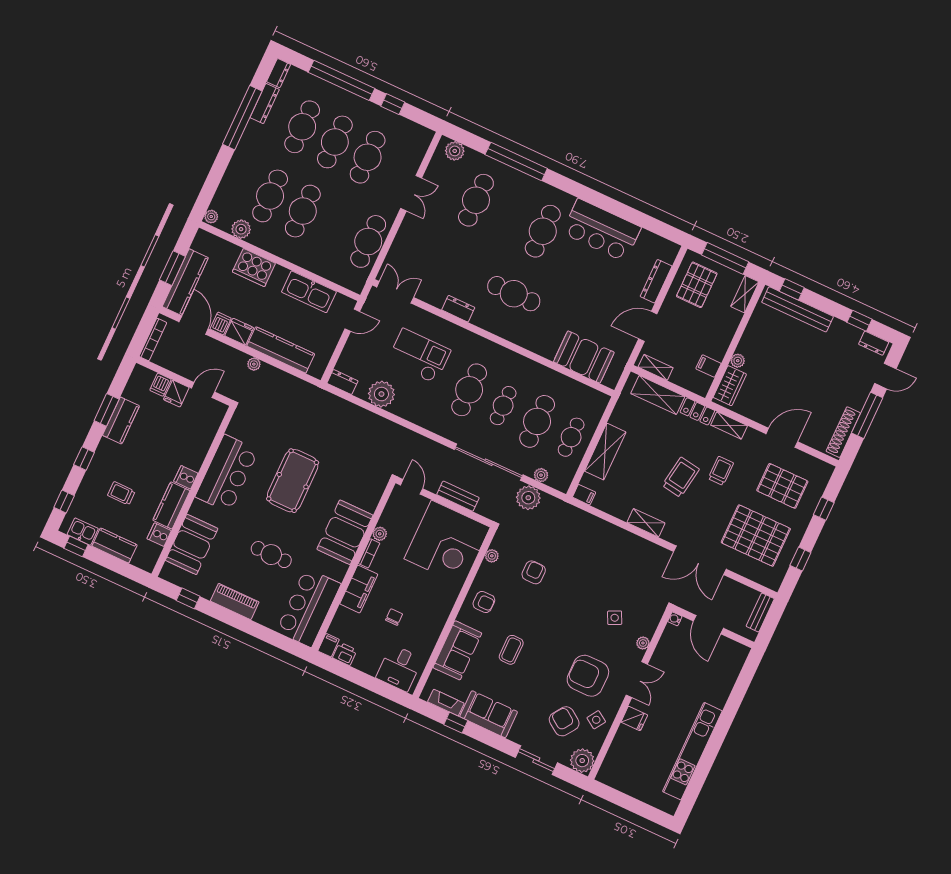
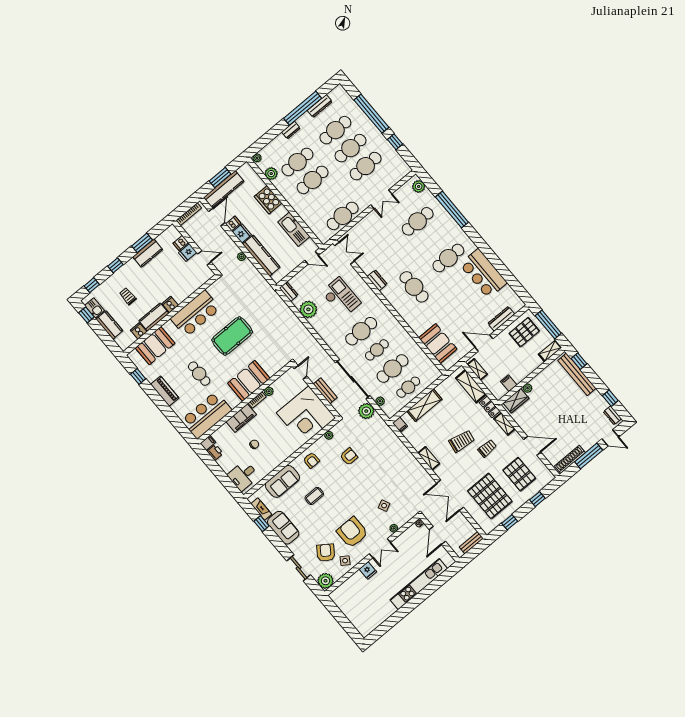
dresser: (279, 73) -> (291, 130), moved
kitchen unit: (692, 751) -> (419, 584), moved

